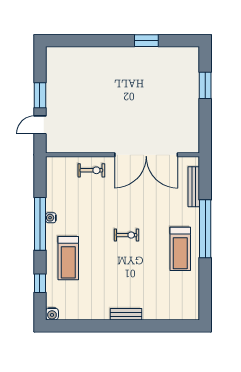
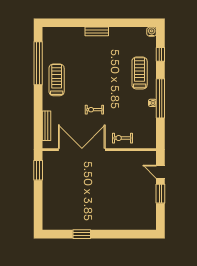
window: (205, 85) -> (38, 170), moved
door: (40, 125) -> (160, 172), swing flipped
window: (205, 229) -> (38, 63), moved
exercise bike: (127, 235) -> (94, 110), moved

